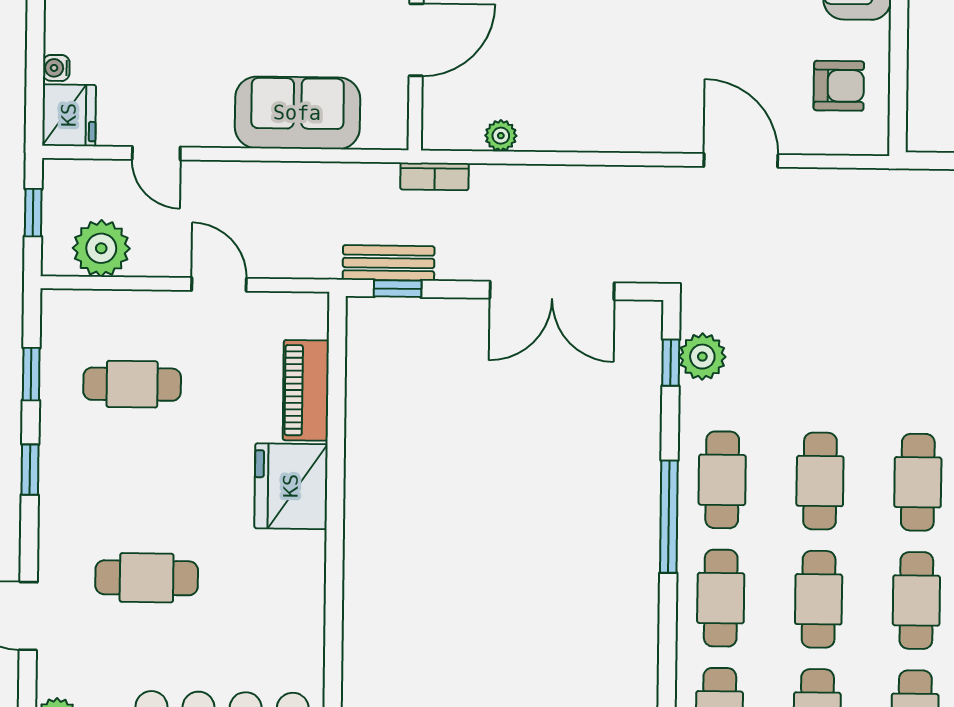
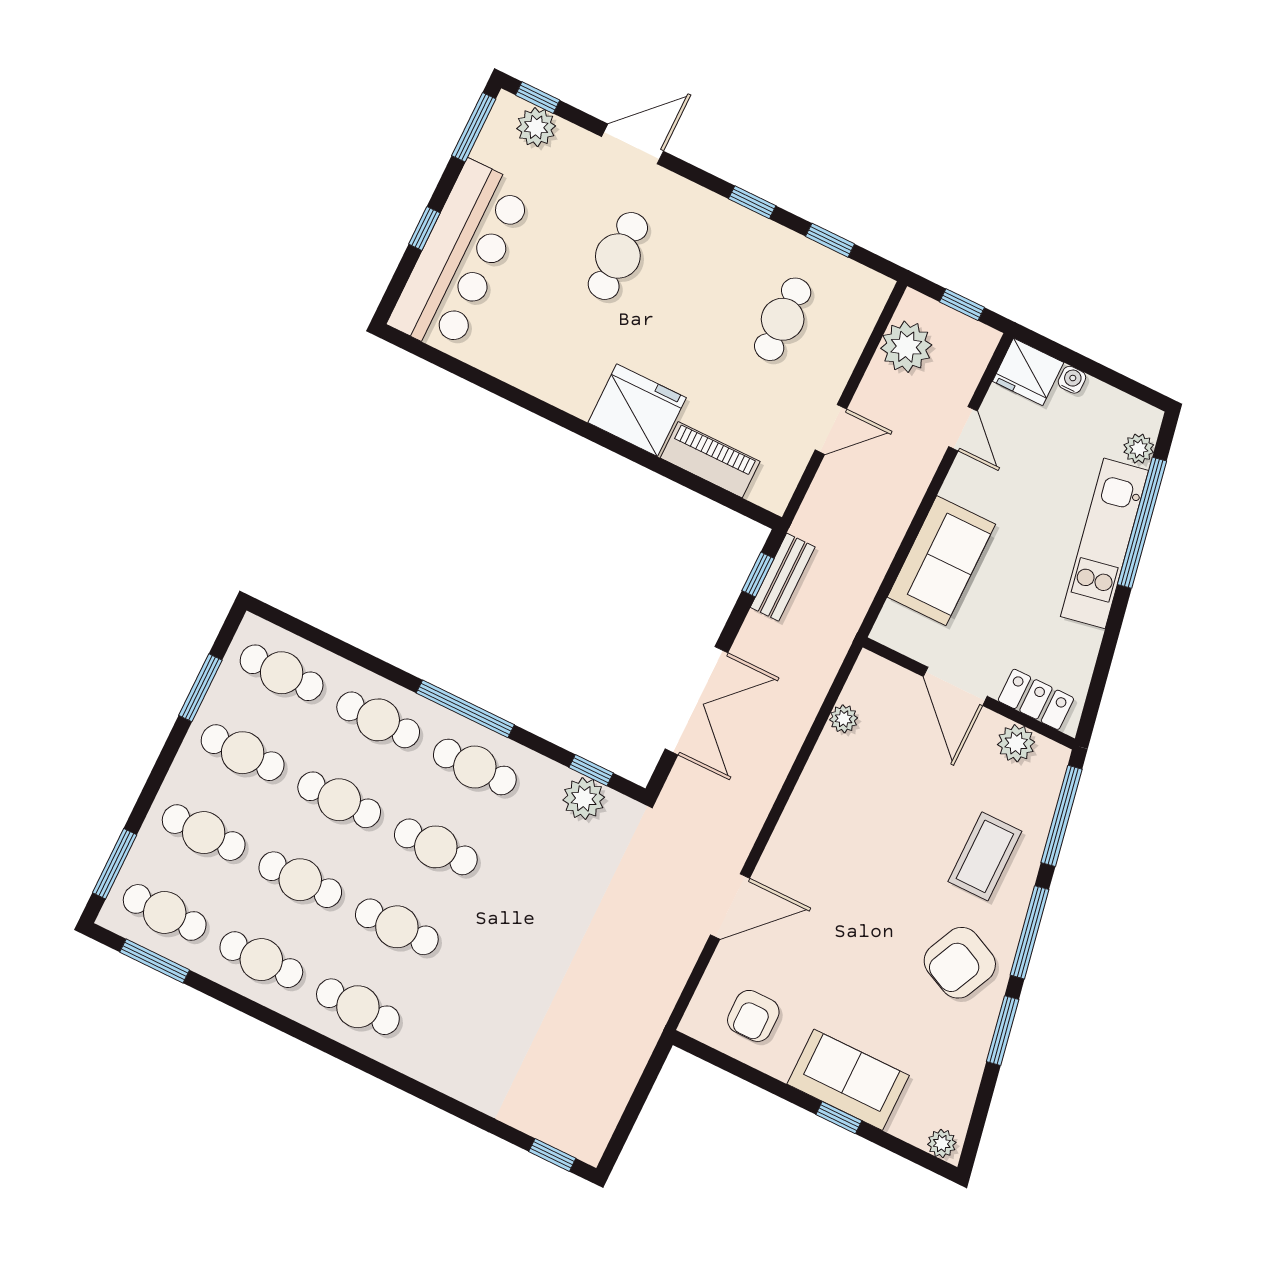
door: (156, 153) -> (963, 429), swing flipped
bookcase: (434, 176) -> (836, 648), removed
double door: (552, 290) -> (696, 701), swing flipped

